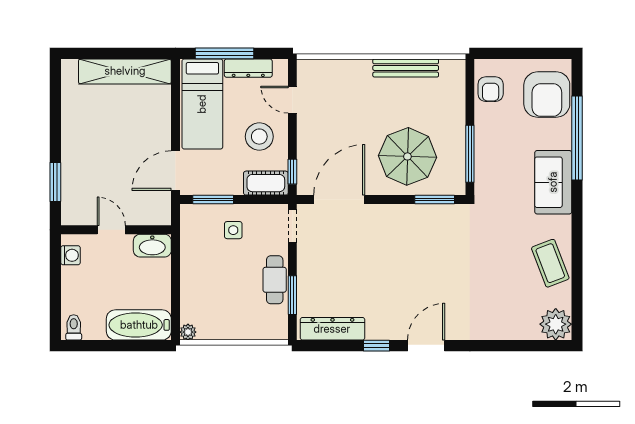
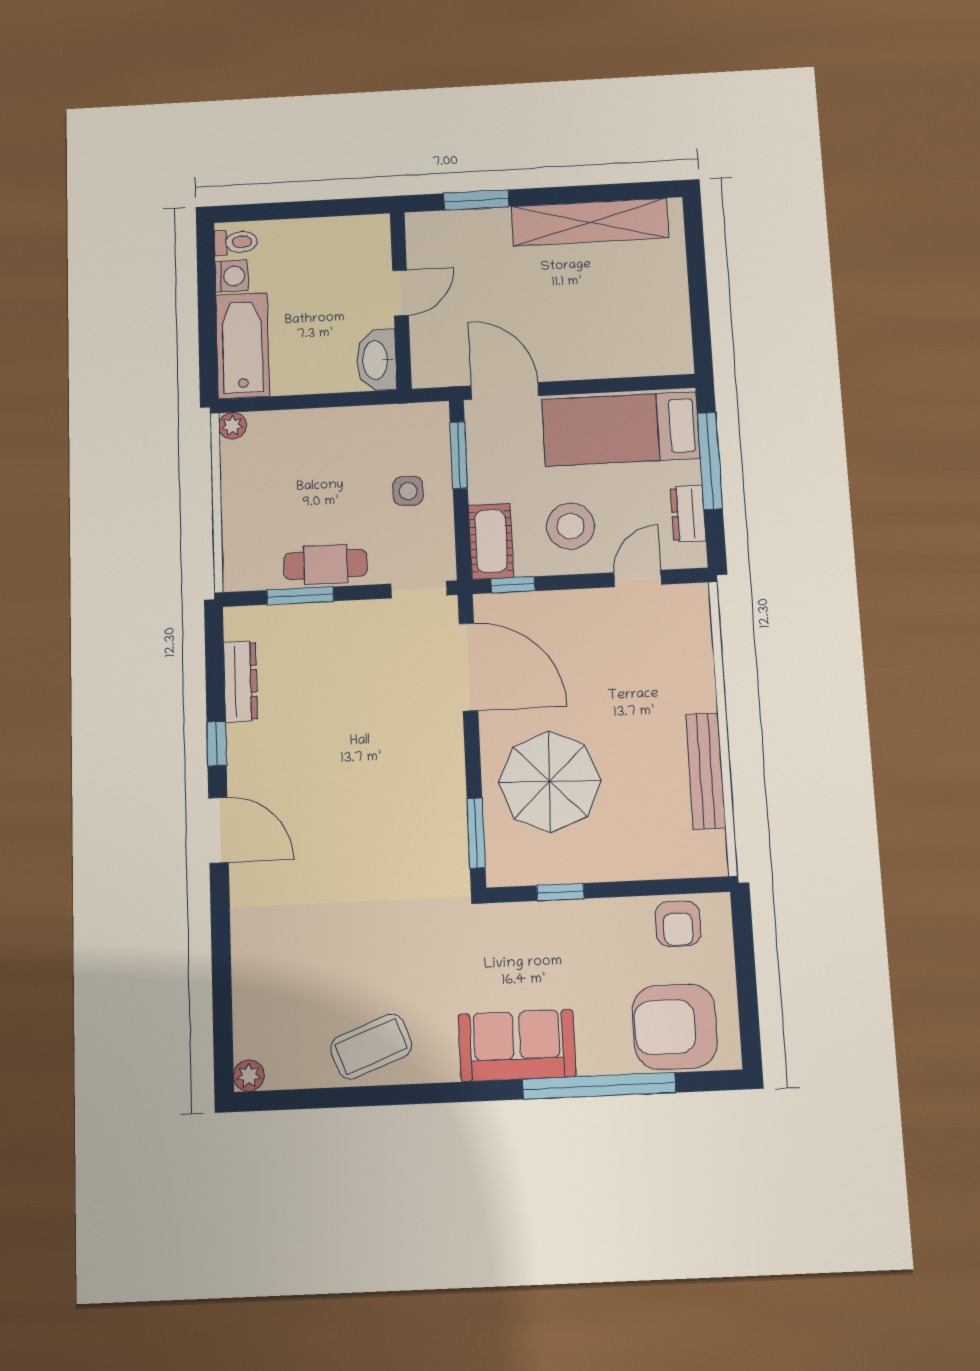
dresser: (248, 68) -> (688, 514), width x0.70
shelving: (125, 71) -> (590, 222), moved, turned 90
armchair: (491, 89) -> (678, 924), turned -90
window: (470, 154) -> (560, 892), width x0.46
washing machine: (70, 255) -> (231, 276), moved, turned -90
plant: (556, 324) -> (249, 1076), width x0.53, depth x0.53
dresser: (332, 329) -> (241, 681), width x0.73, depth x0.80

